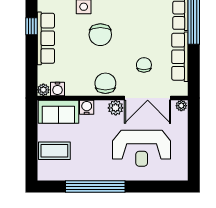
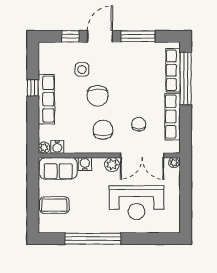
chair: (105, 83) -> (103, 130), moved

